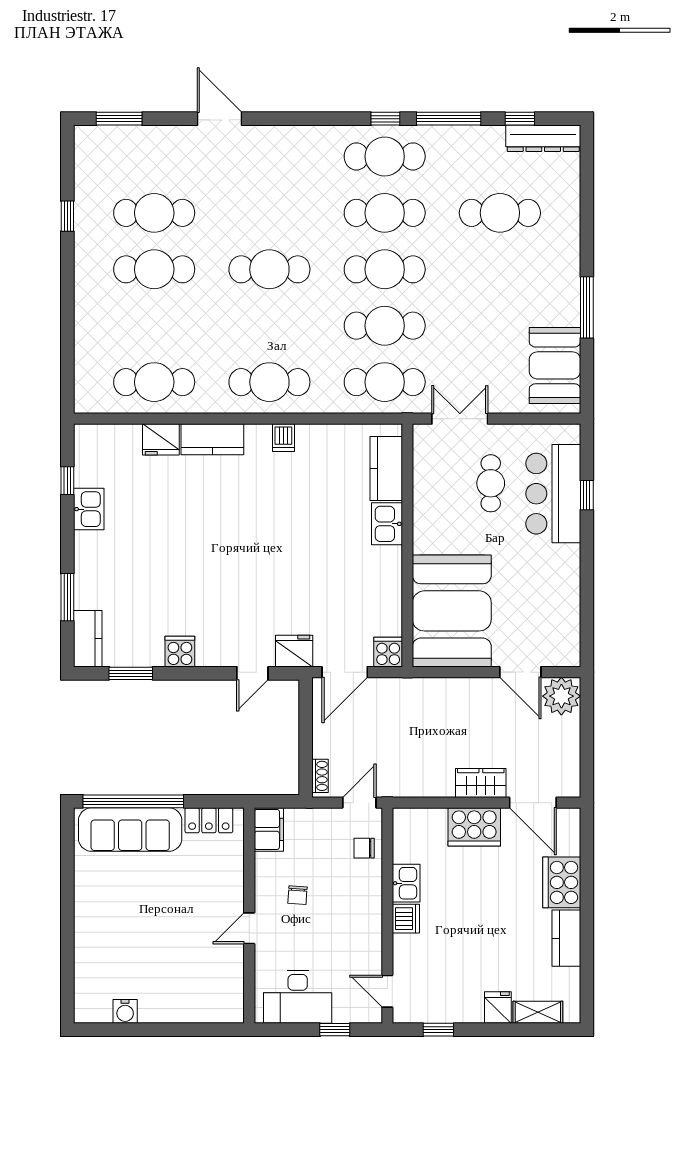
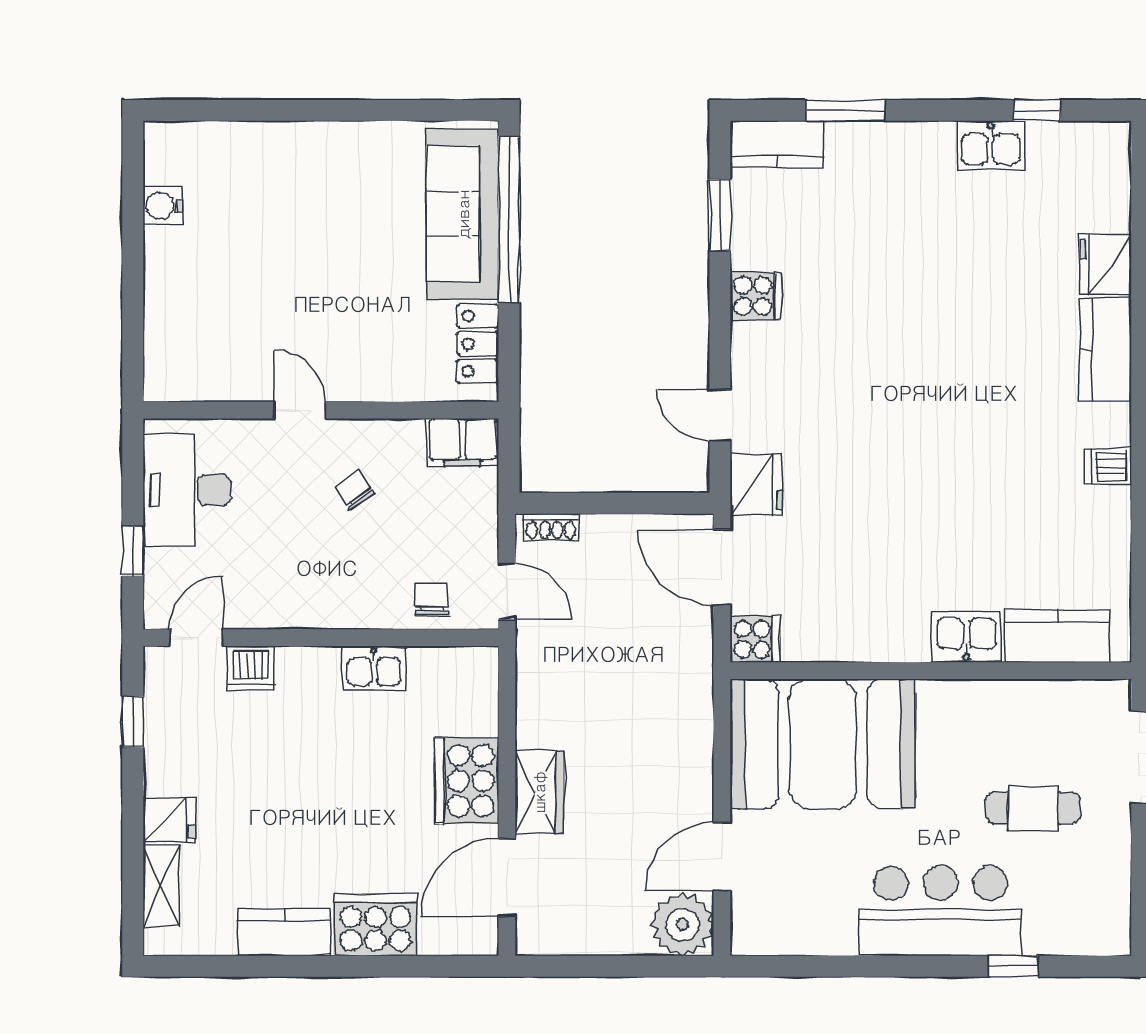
bar counter: (553, 494) -> (940, 911), moved
chair: (297, 895) -> (354, 490), turned 51
dishwasher: (406, 919) -> (251, 668), moved

